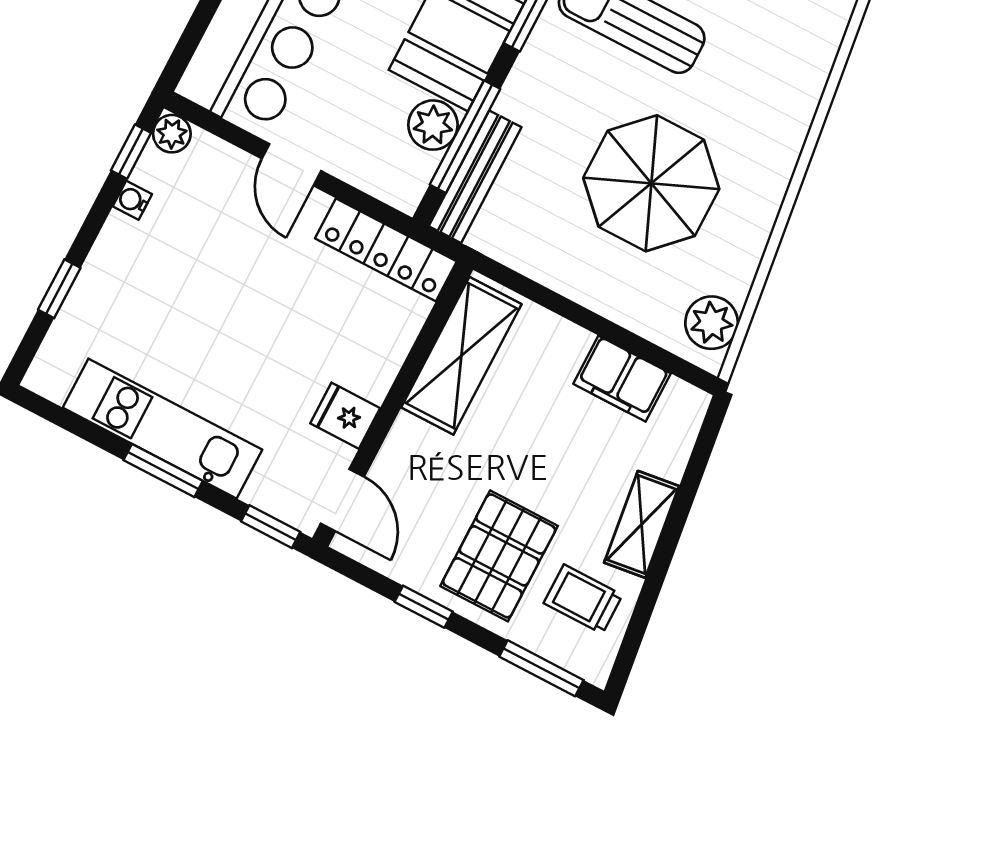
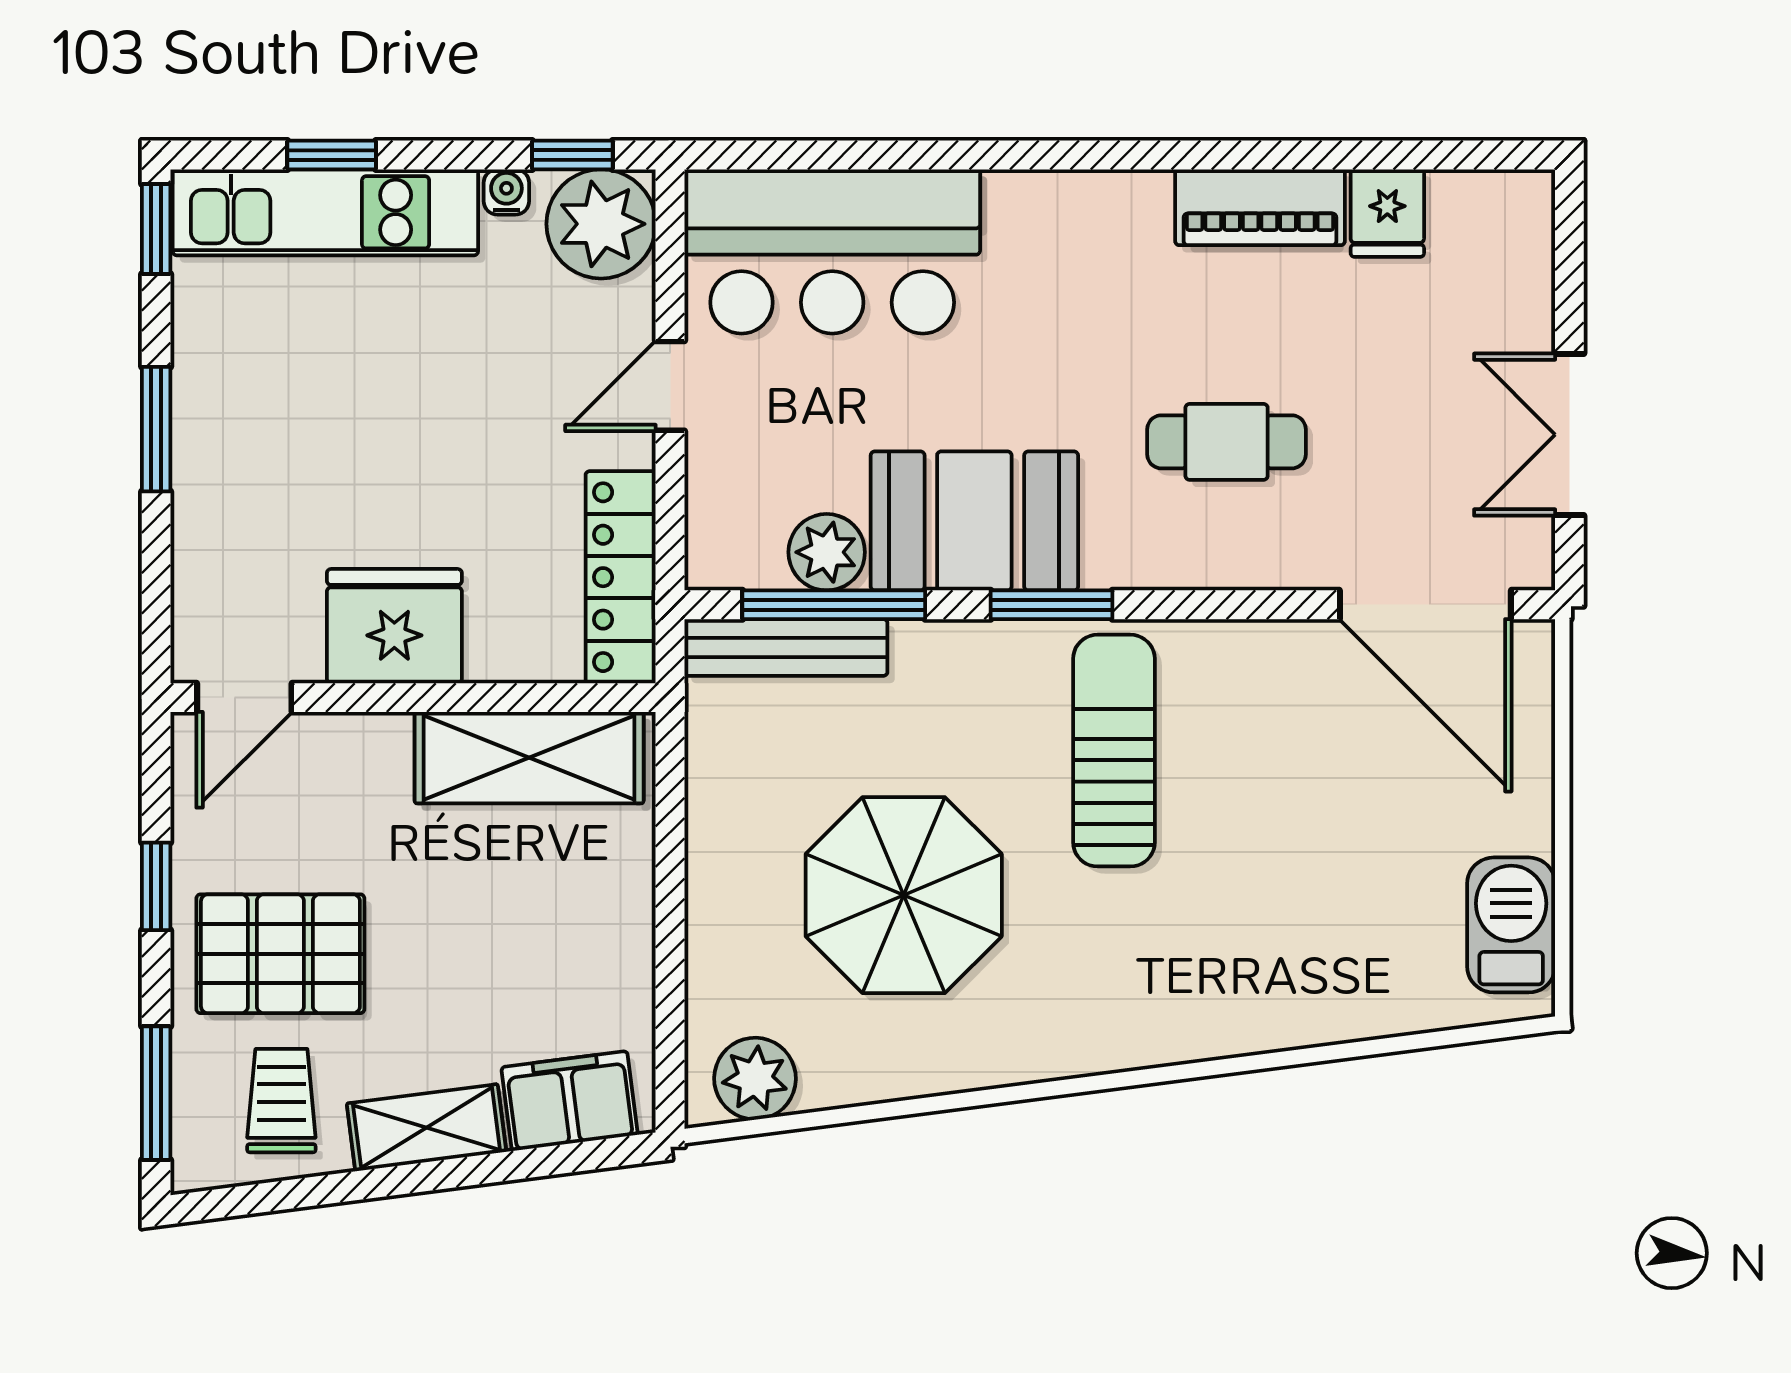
plant: (172, 134) -> (601, 224), width x1.88, depth x1.88
filing cabinet: (622, 379) -> (570, 1101), moved, turned 83
fridge: (345, 416) -> (394, 626), width x1.88, depth x1.34
kitchen unit: (163, 429) -> (325, 212), moved, turned 90
window: (271, 527) -> (156, 229), moved

